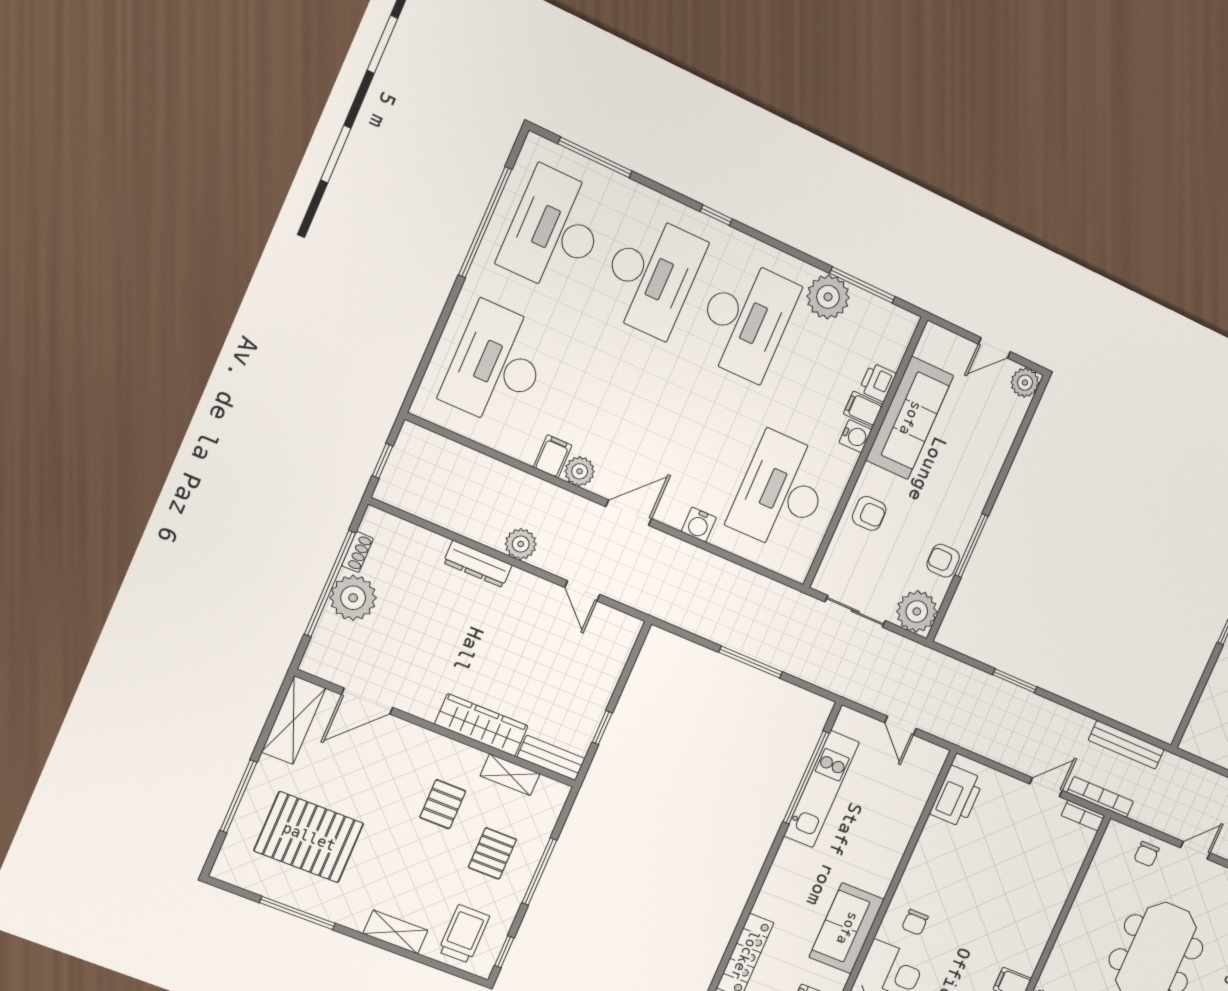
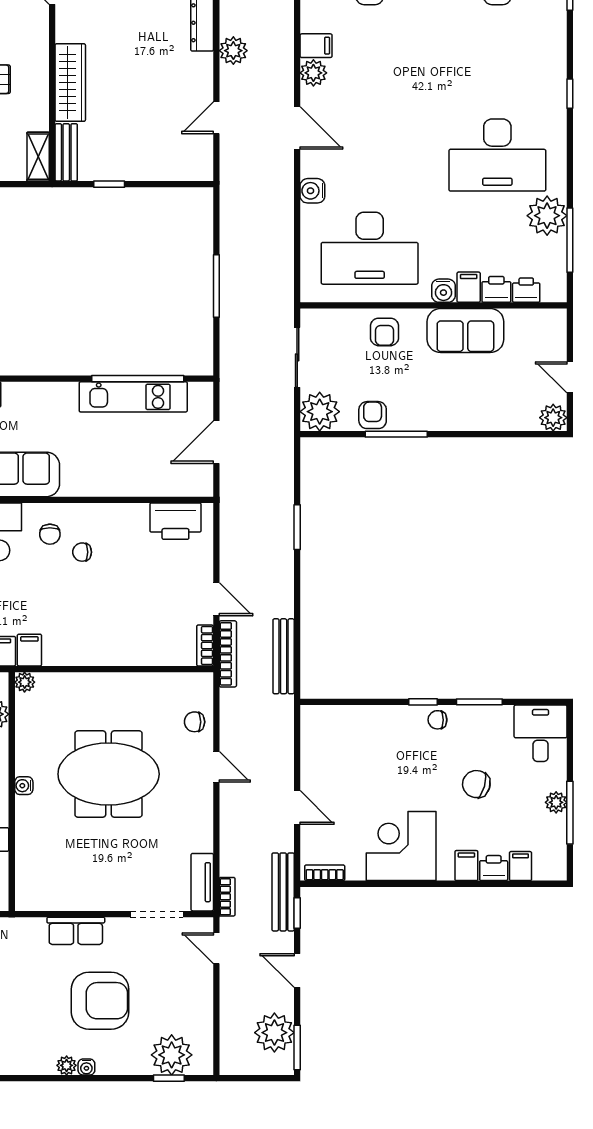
desk: (651, 275) -> (497, 62), removed
printer: (892, 352) -> (526, 290), added
sofa: (910, 418) -> (465, 331), width x0.73
desk: (781, 492) -> (370, 248), turned 180
door: (901, 726) -> (216, 442), width x1.37
shelving: (510, 775) -> (38, 157), moved
chair: (945, 898) -> (82, 552), added
chair: (915, 922) -> (50, 534), turned -90

